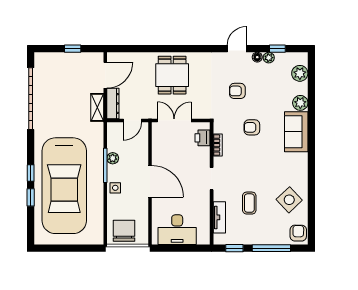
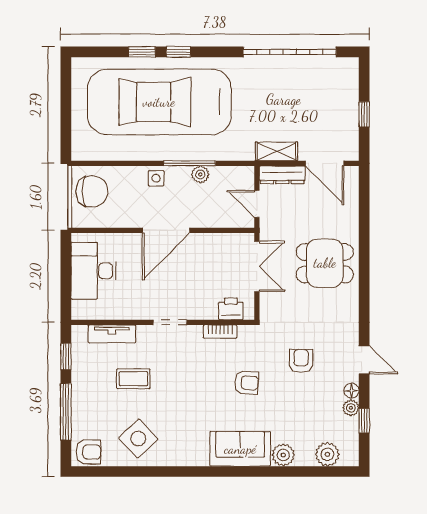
armchair: (252, 127) -> (247, 383), turned 94

